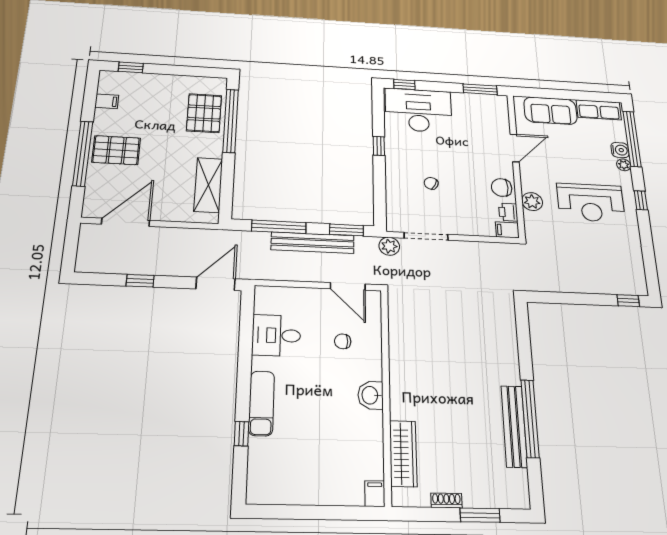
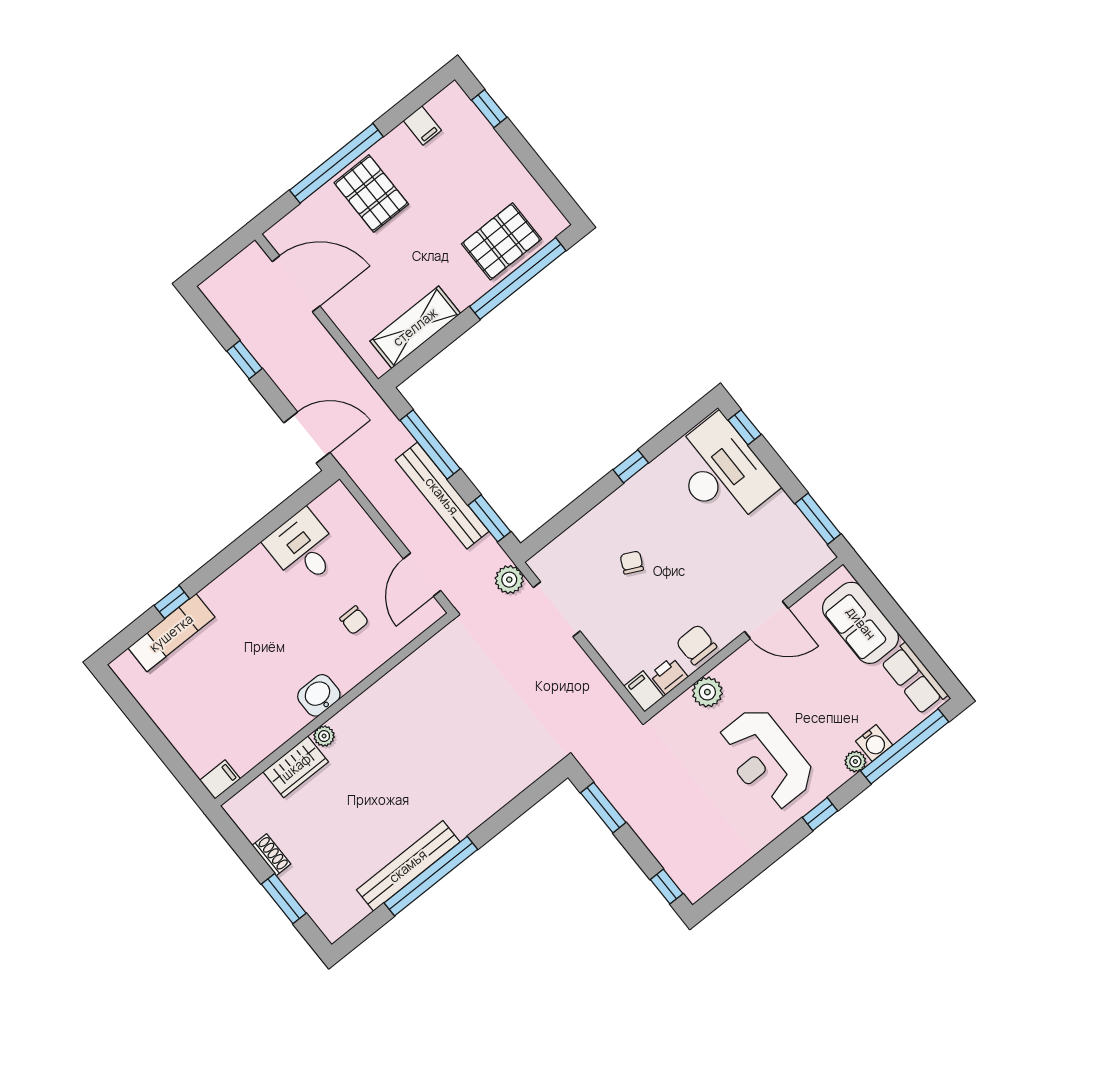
window: (558, 298) -> (603, 808), added
chair: (343, 341) -> (354, 620), turned 180
exam couch: (261, 403) -> (171, 633), moved
plant: (397, 412) -> (324, 736), added
wardrobe: (403, 453) -> (296, 767), width x0.67

